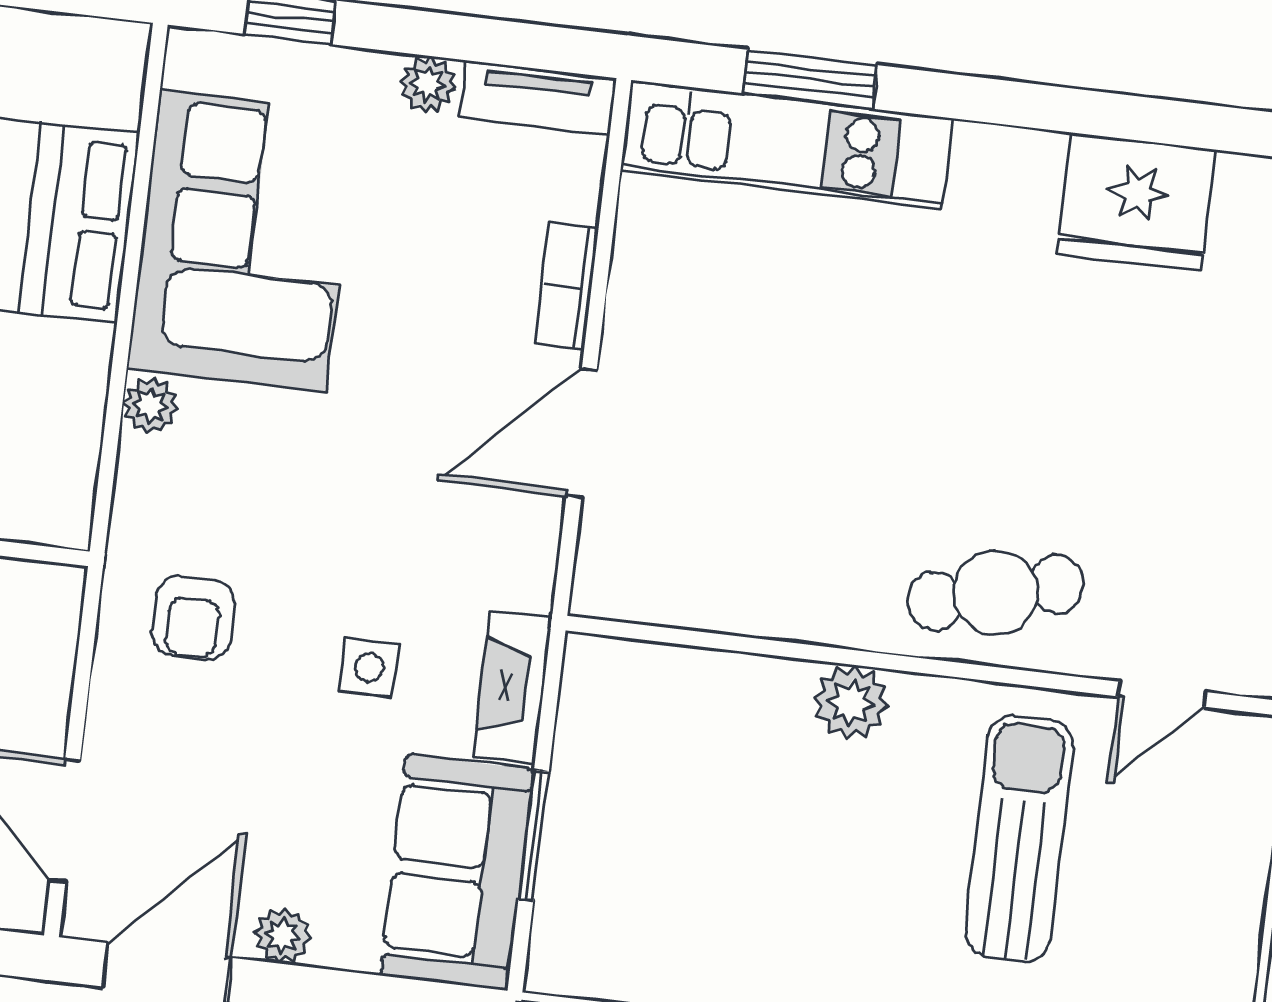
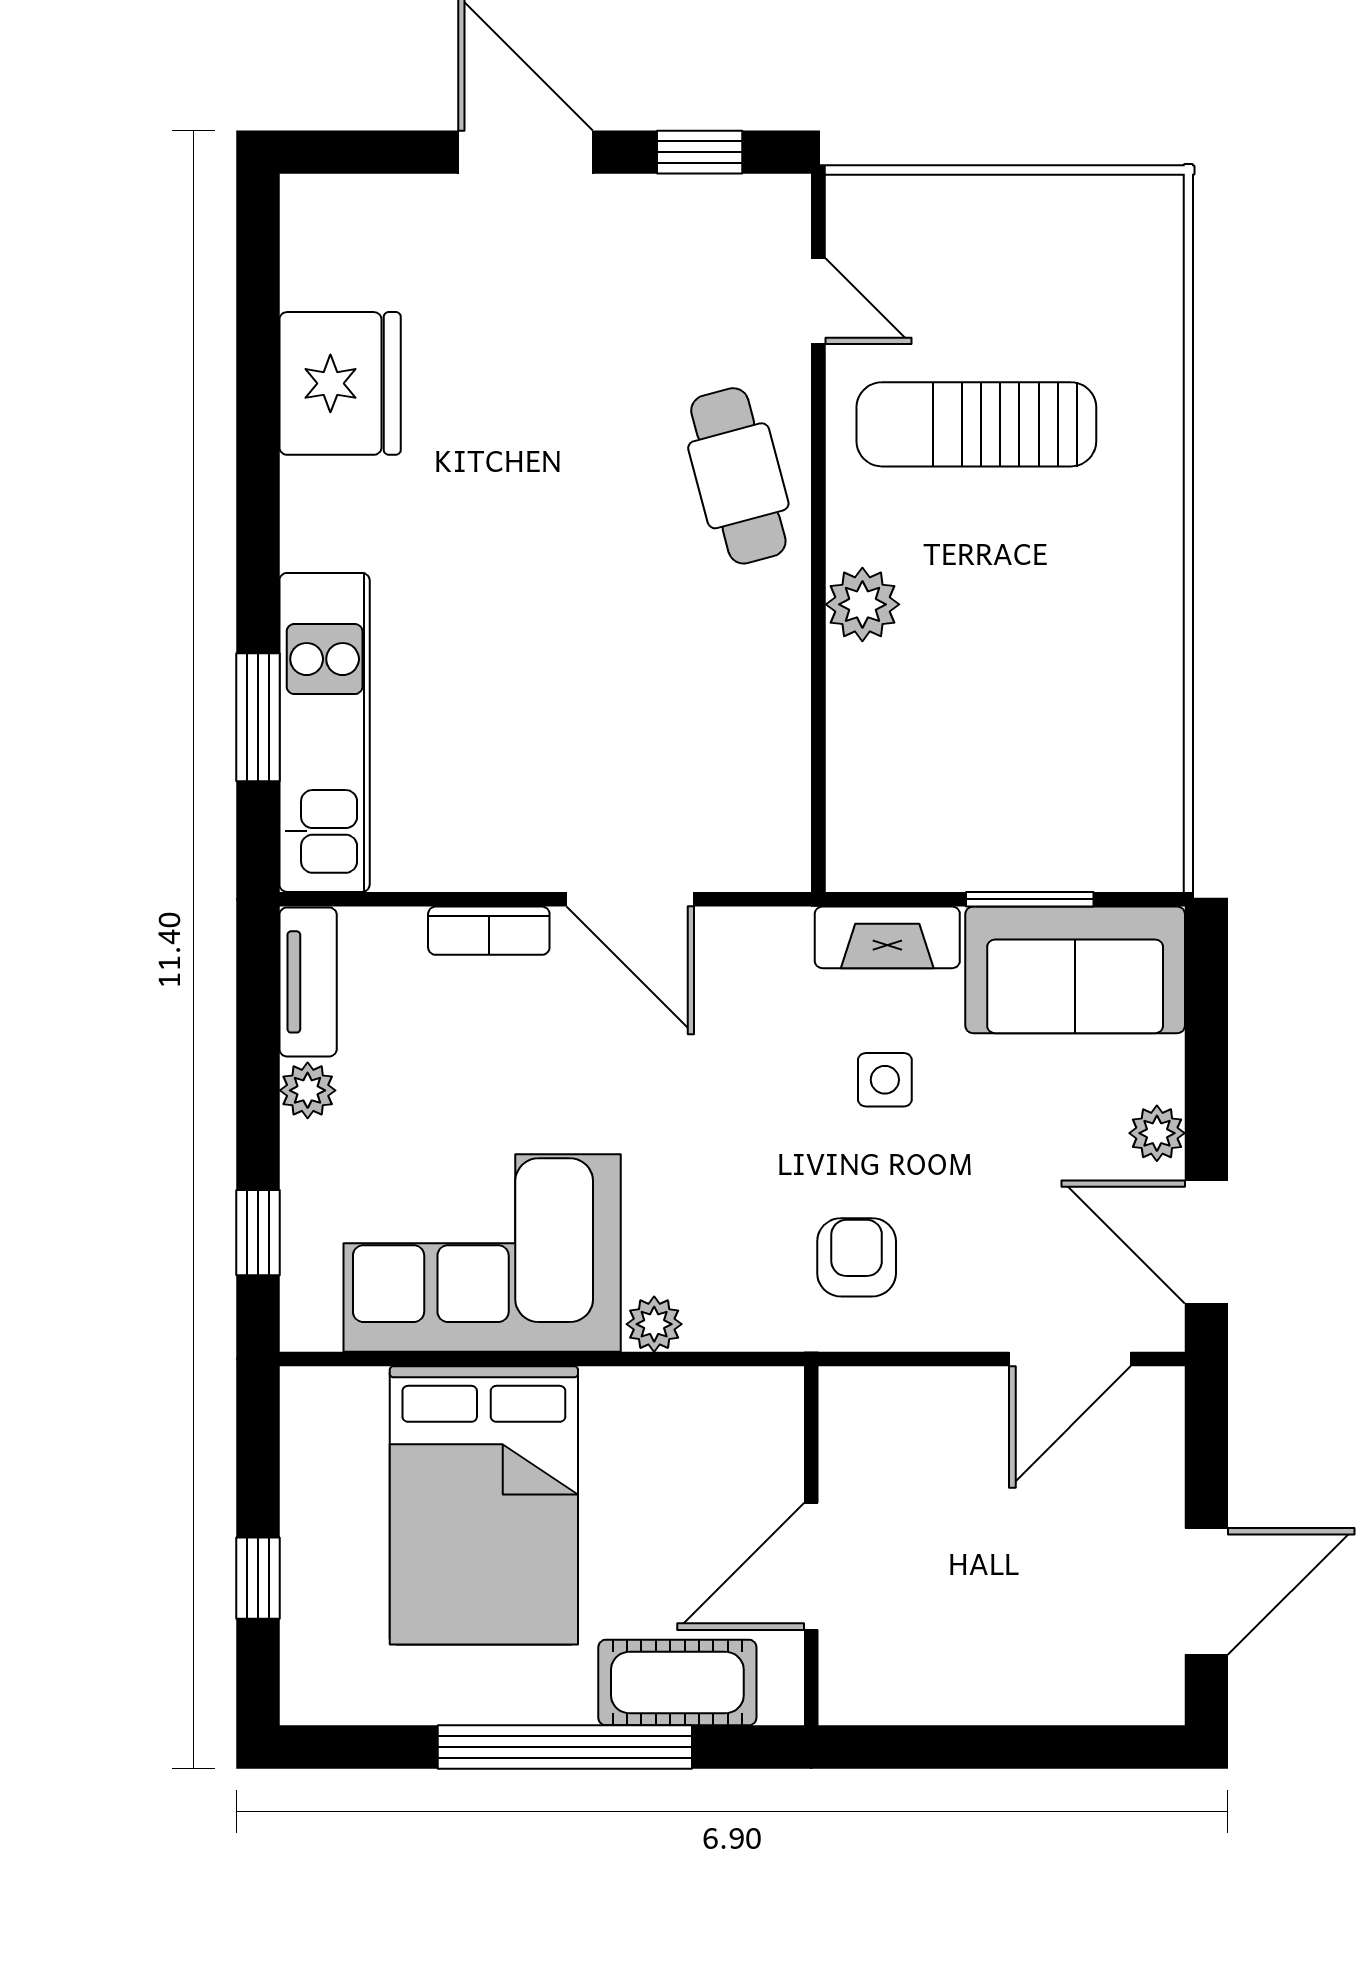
armchair: (193, 618) -> (857, 1257), turned -90

